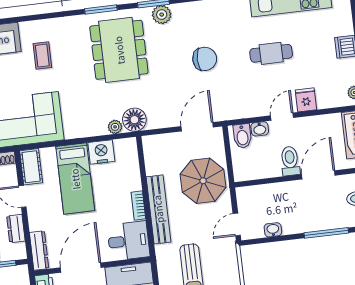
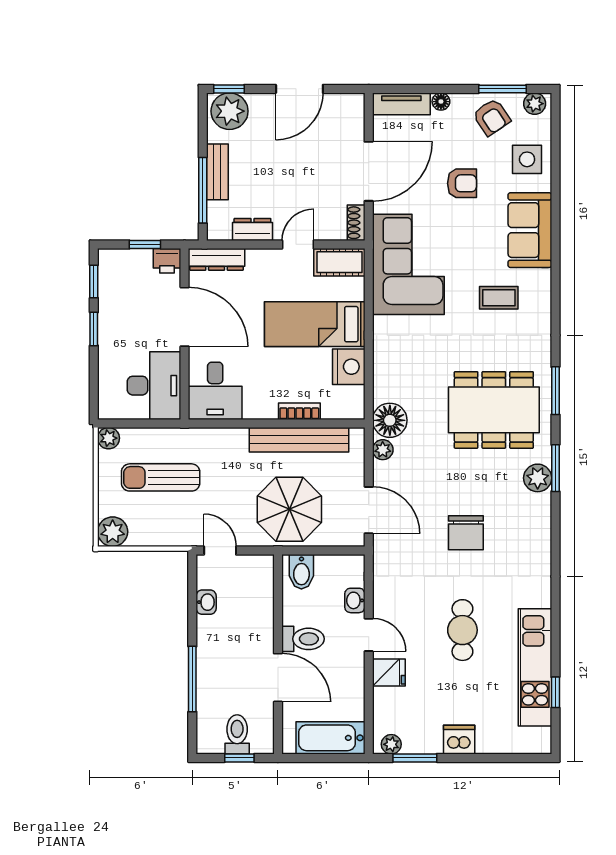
plant: (115, 127) -> (383, 450), moved
bidet: (242, 136) -> (301, 572), moved, turned -90
bookcase: (138, 205) -> (299, 411), moved
bench: (158, 209) -> (299, 440), moved

